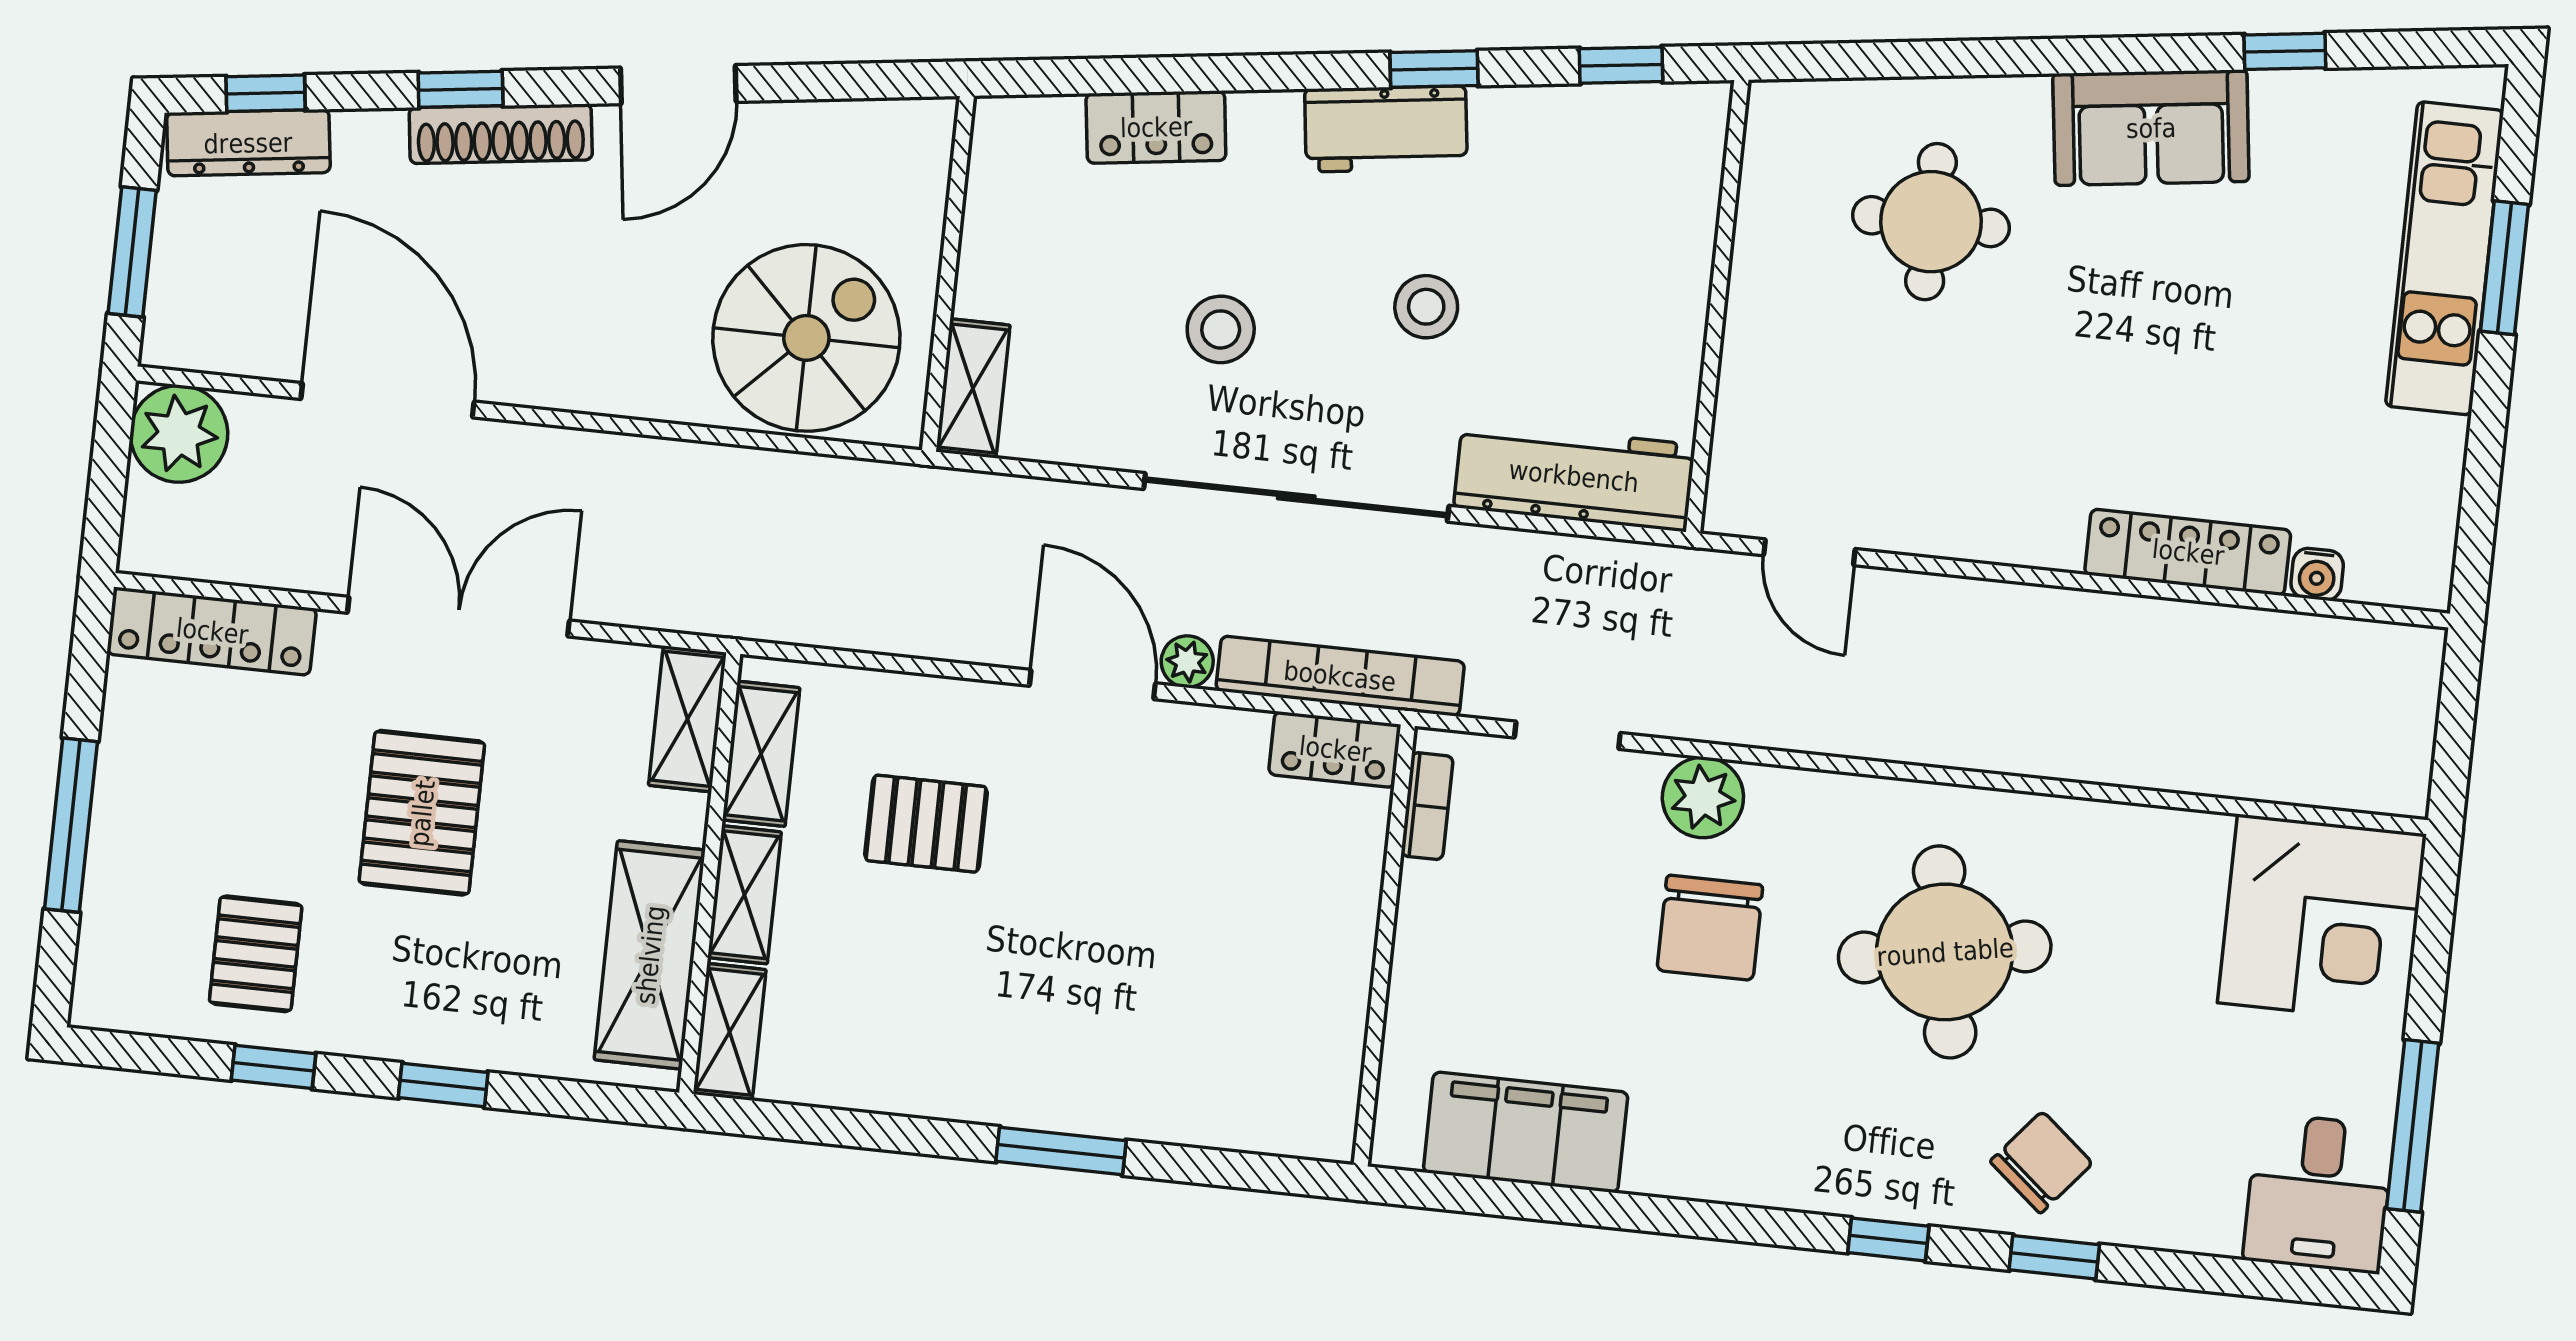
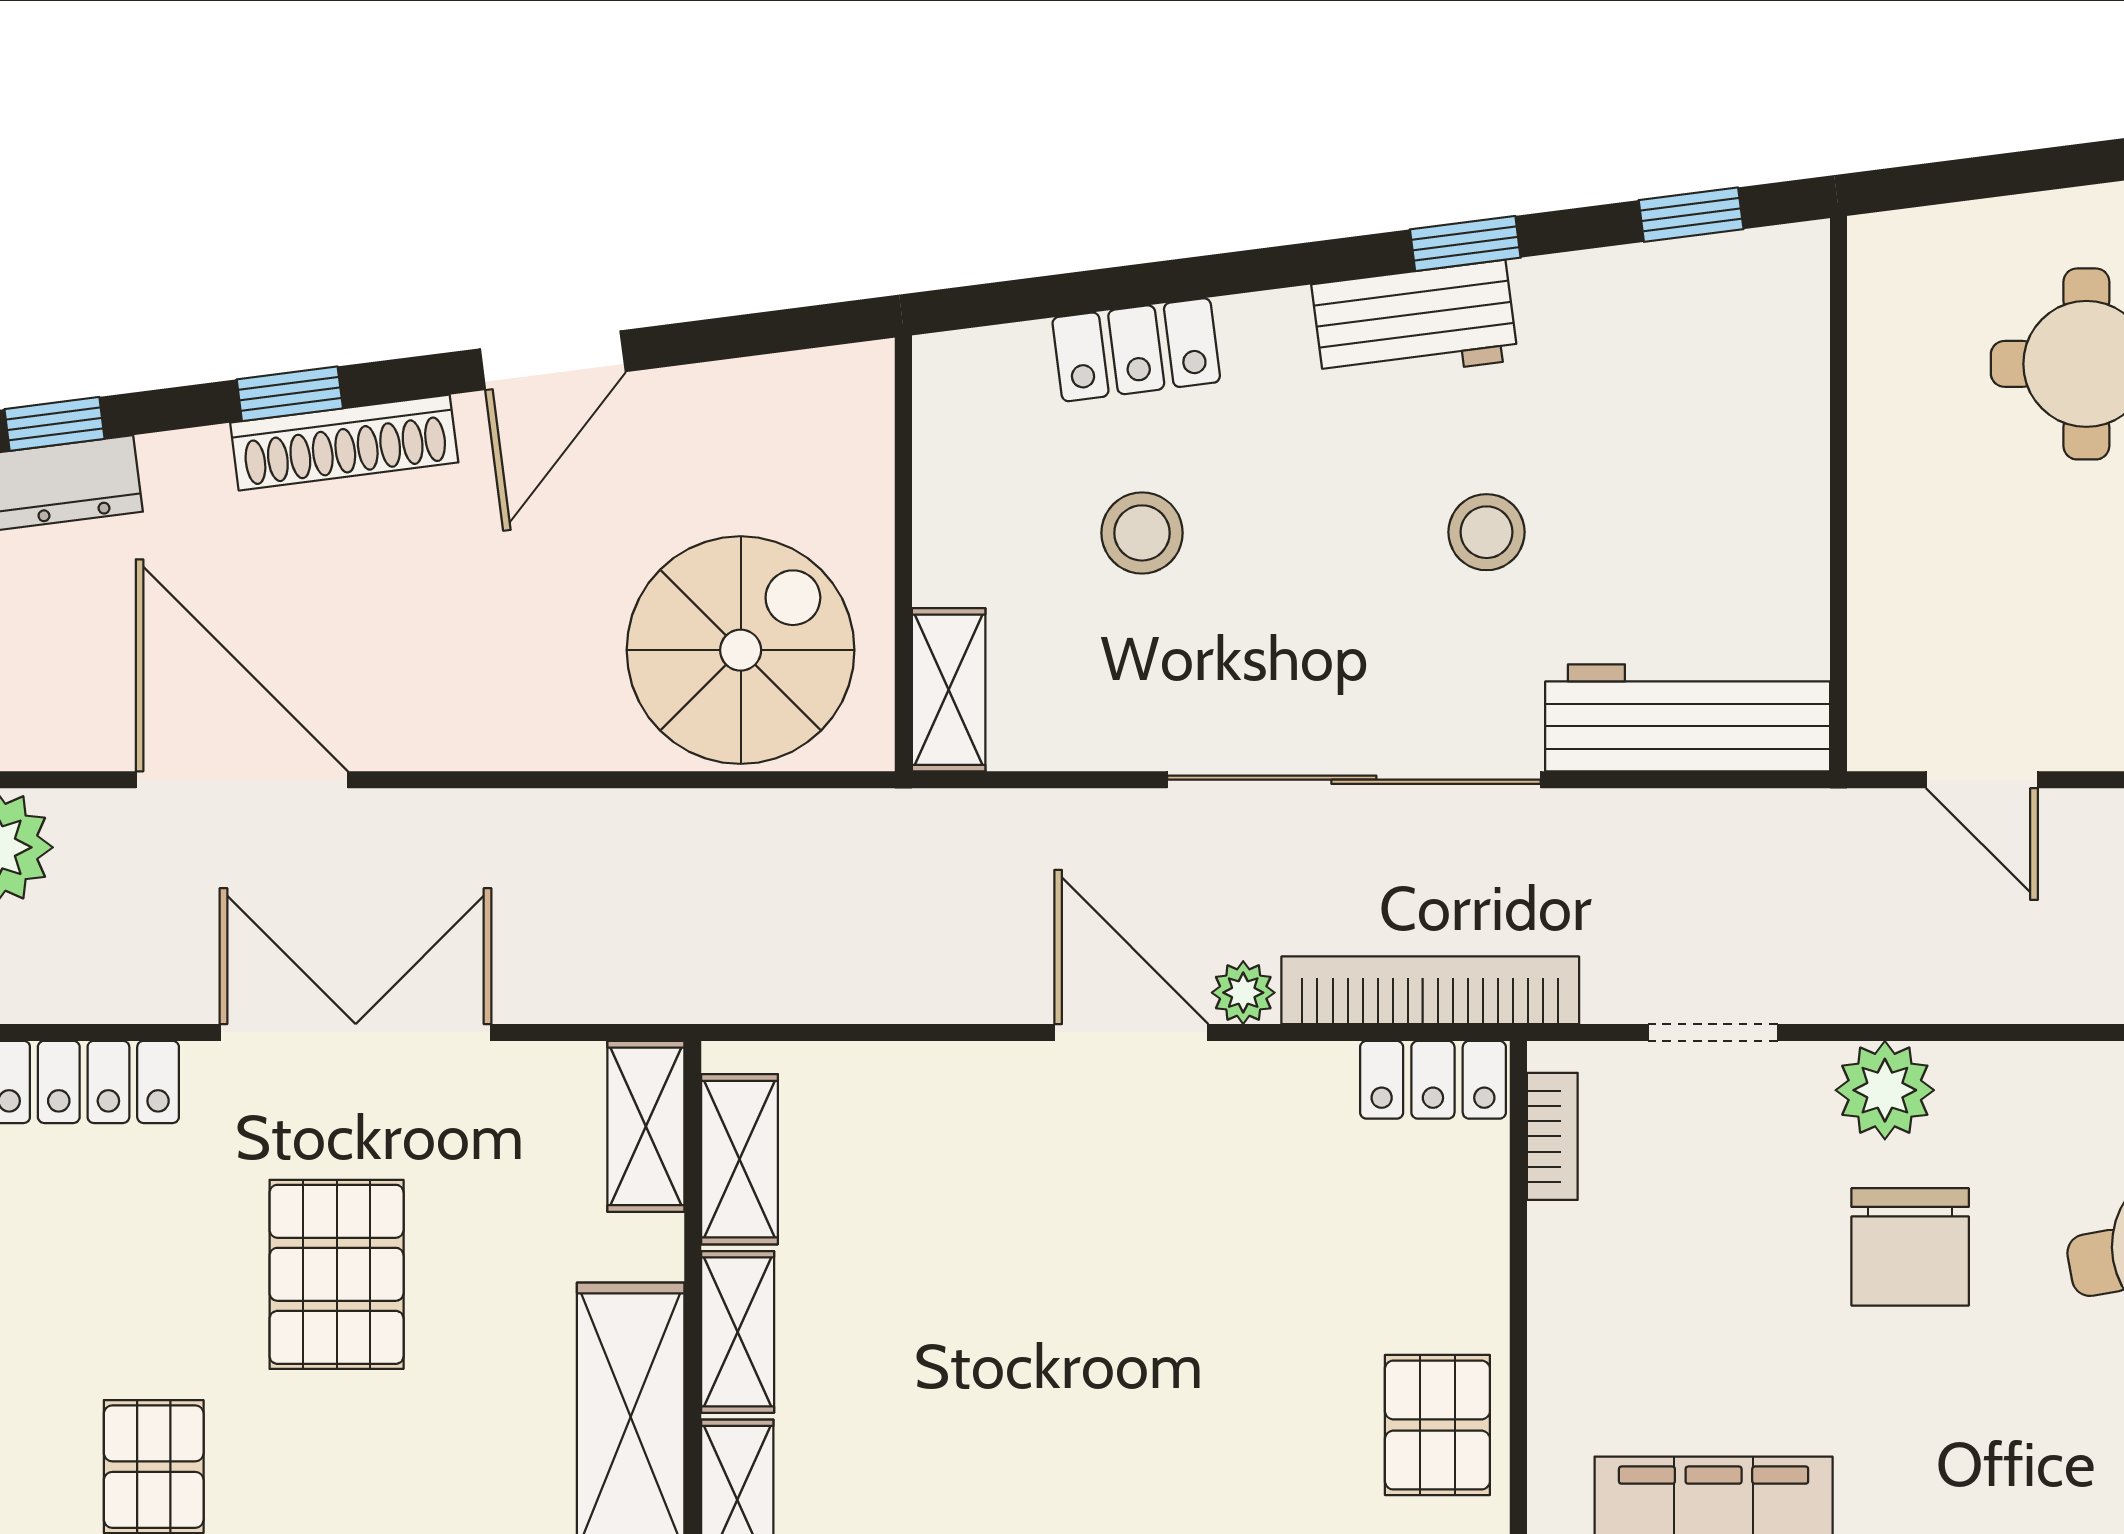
stool: (1221, 329) -> (1142, 533), moved
pallet: (926, 824) -> (1437, 1425), moved, turned 90

